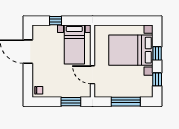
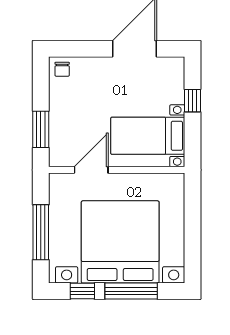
bed with nightstands: (131, 50) -> (120, 242), width x1.36
window: (157, 53) -> (131, 291), width x2.17

